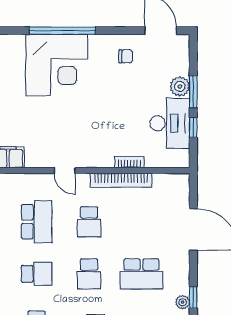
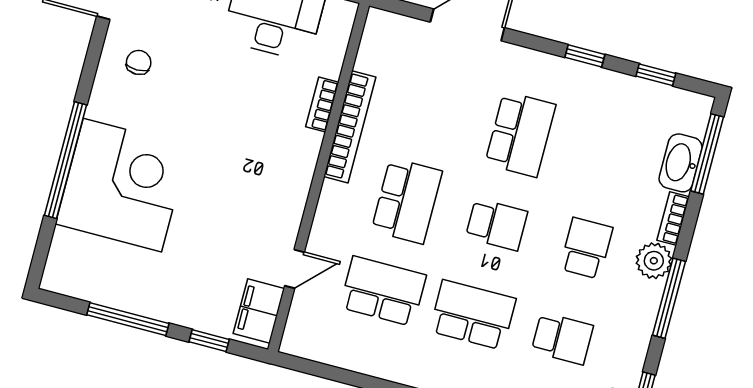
door: (65, 171) -> (294, 269), moved
school desk: (89, 222) -> (407, 201), width x1.85
school desk: (37, 274) -> (473, 315), width x1.85
plant: (183, 302) -> (588, 76), removed

